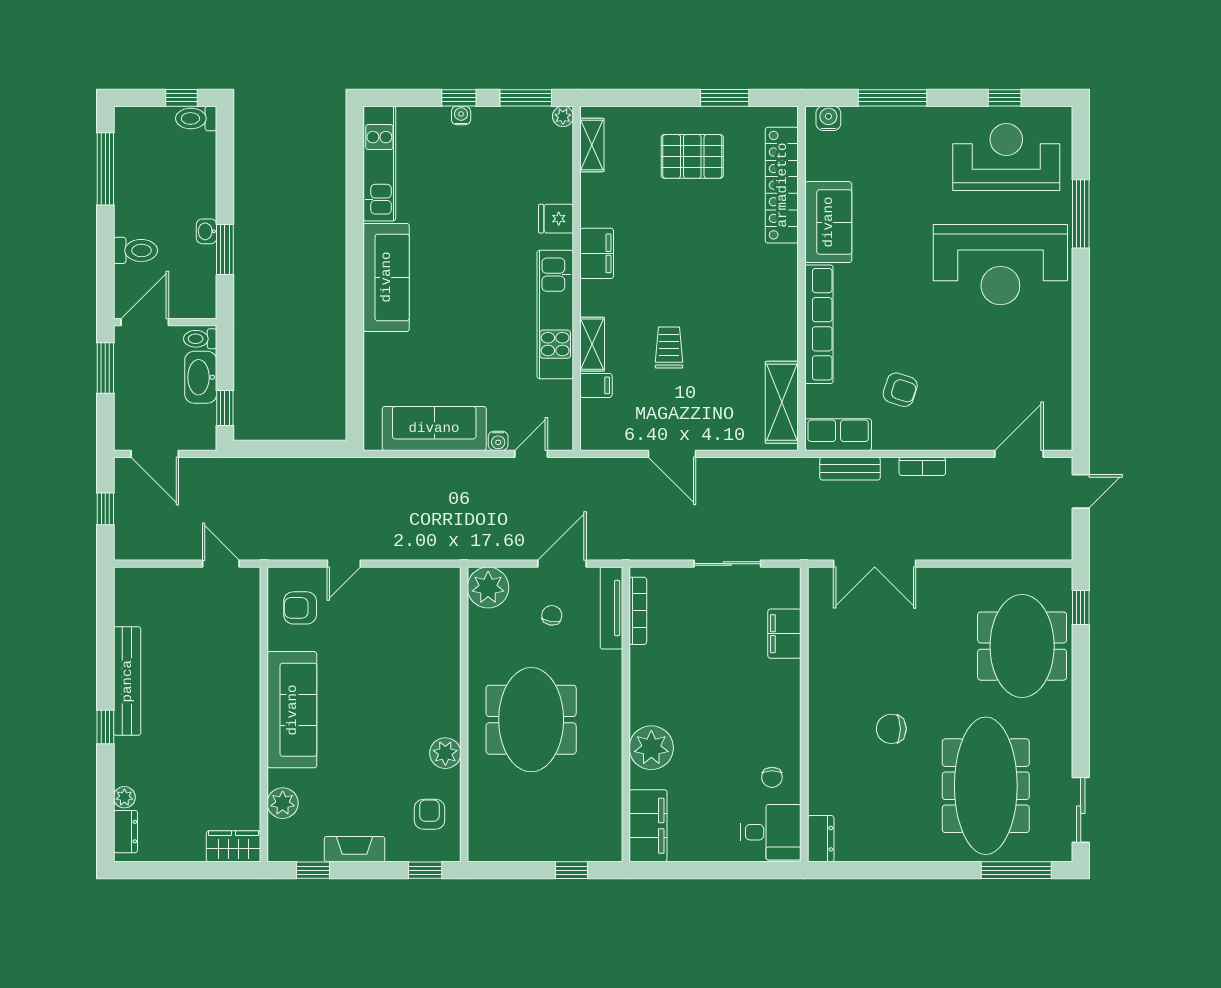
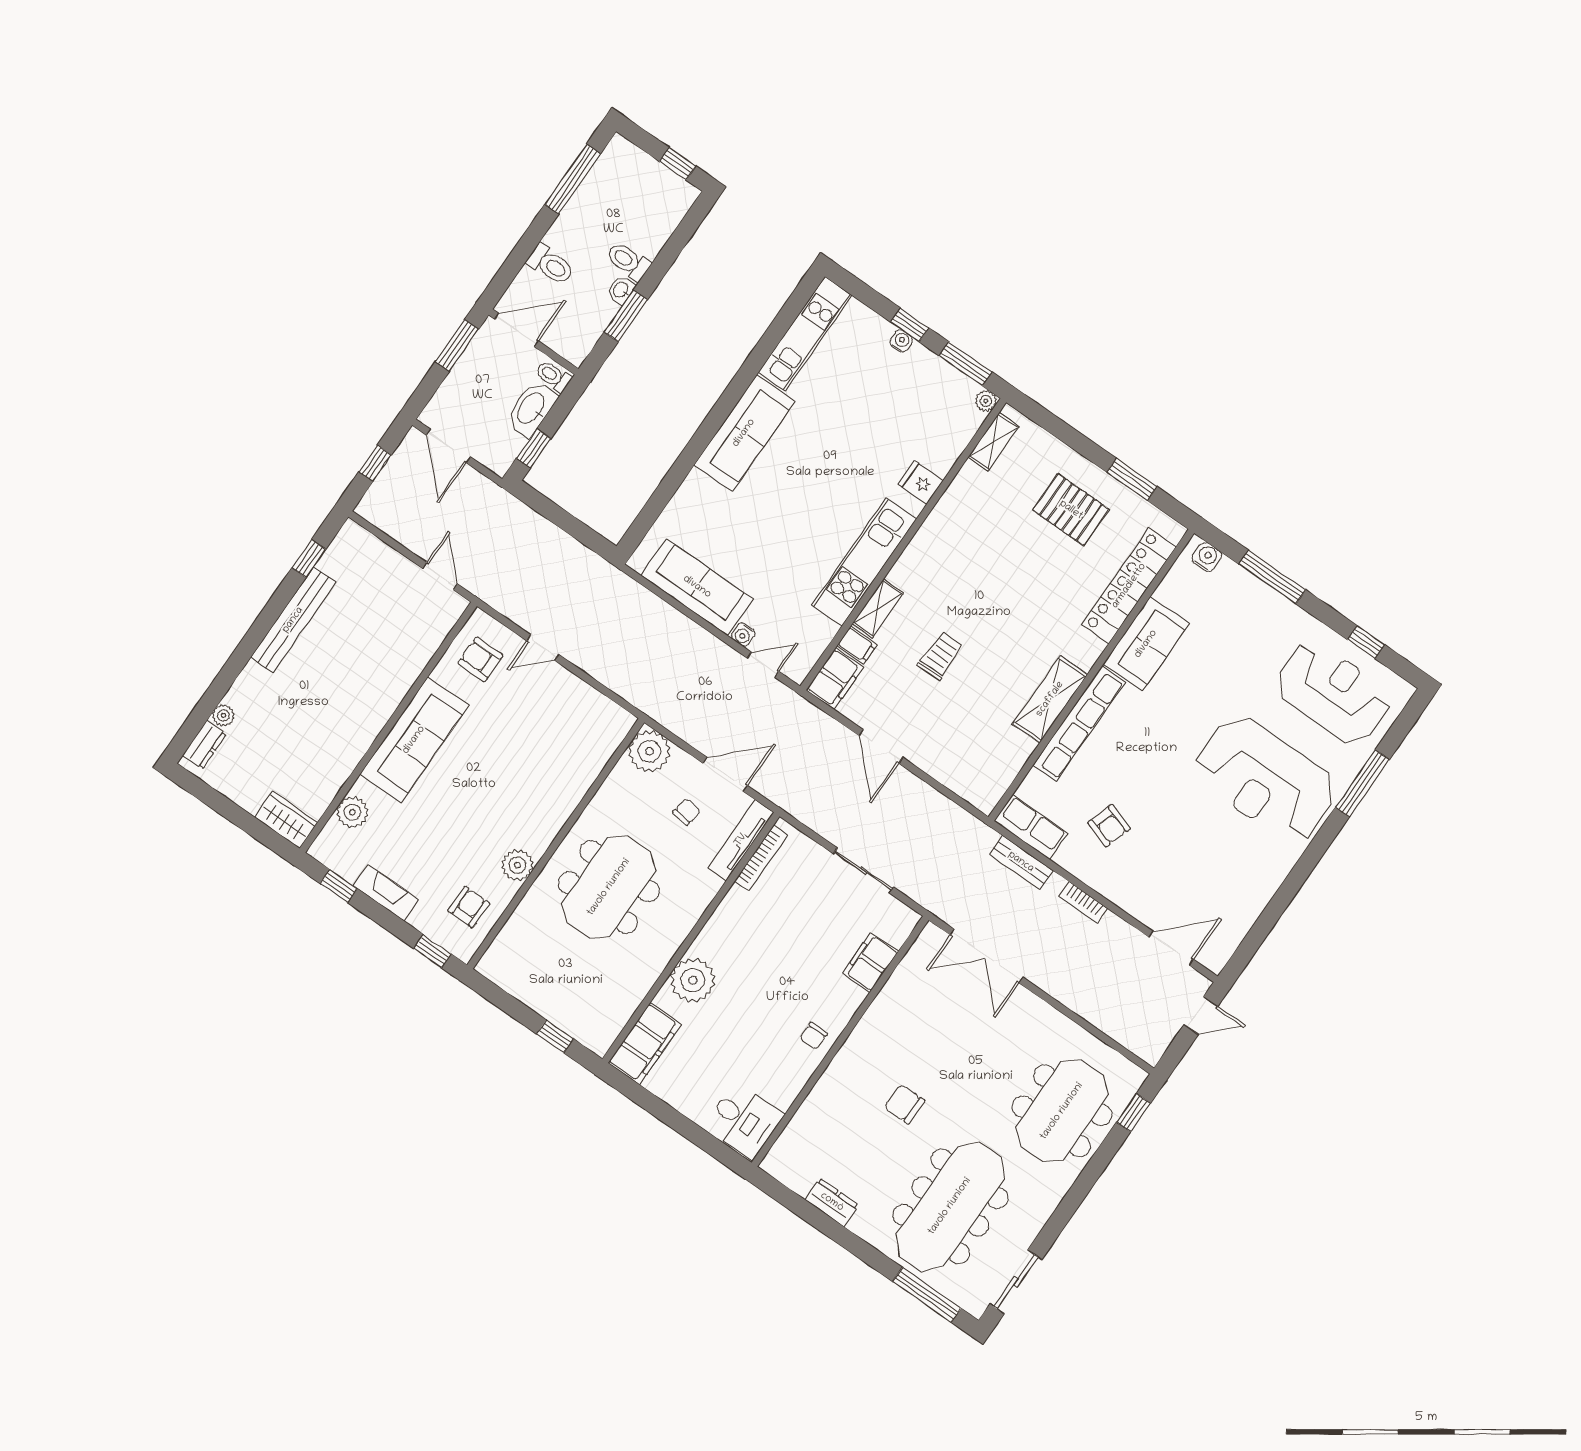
toilet: (196, 118) -> (628, 261), moved
filing cabinet: (597, 253) -> (835, 679), moved
shelving: (782, 402) -> (1050, 699), moved
window: (105, 727) -> (309, 559), moved
chair: (772, 777) -> (813, 1036), moved
dresser: (821, 839) -> (832, 1202), moved, turned -90

